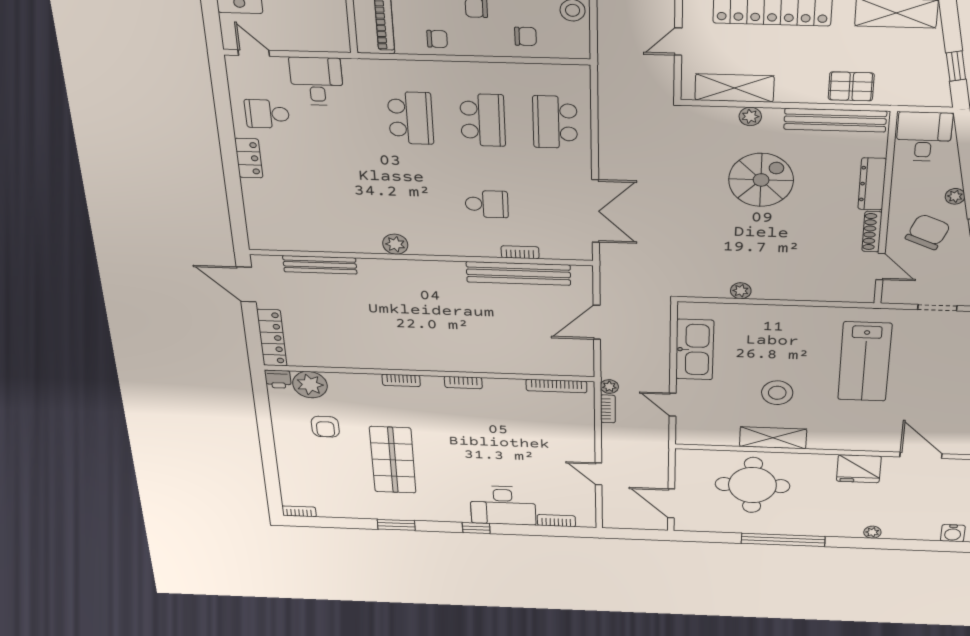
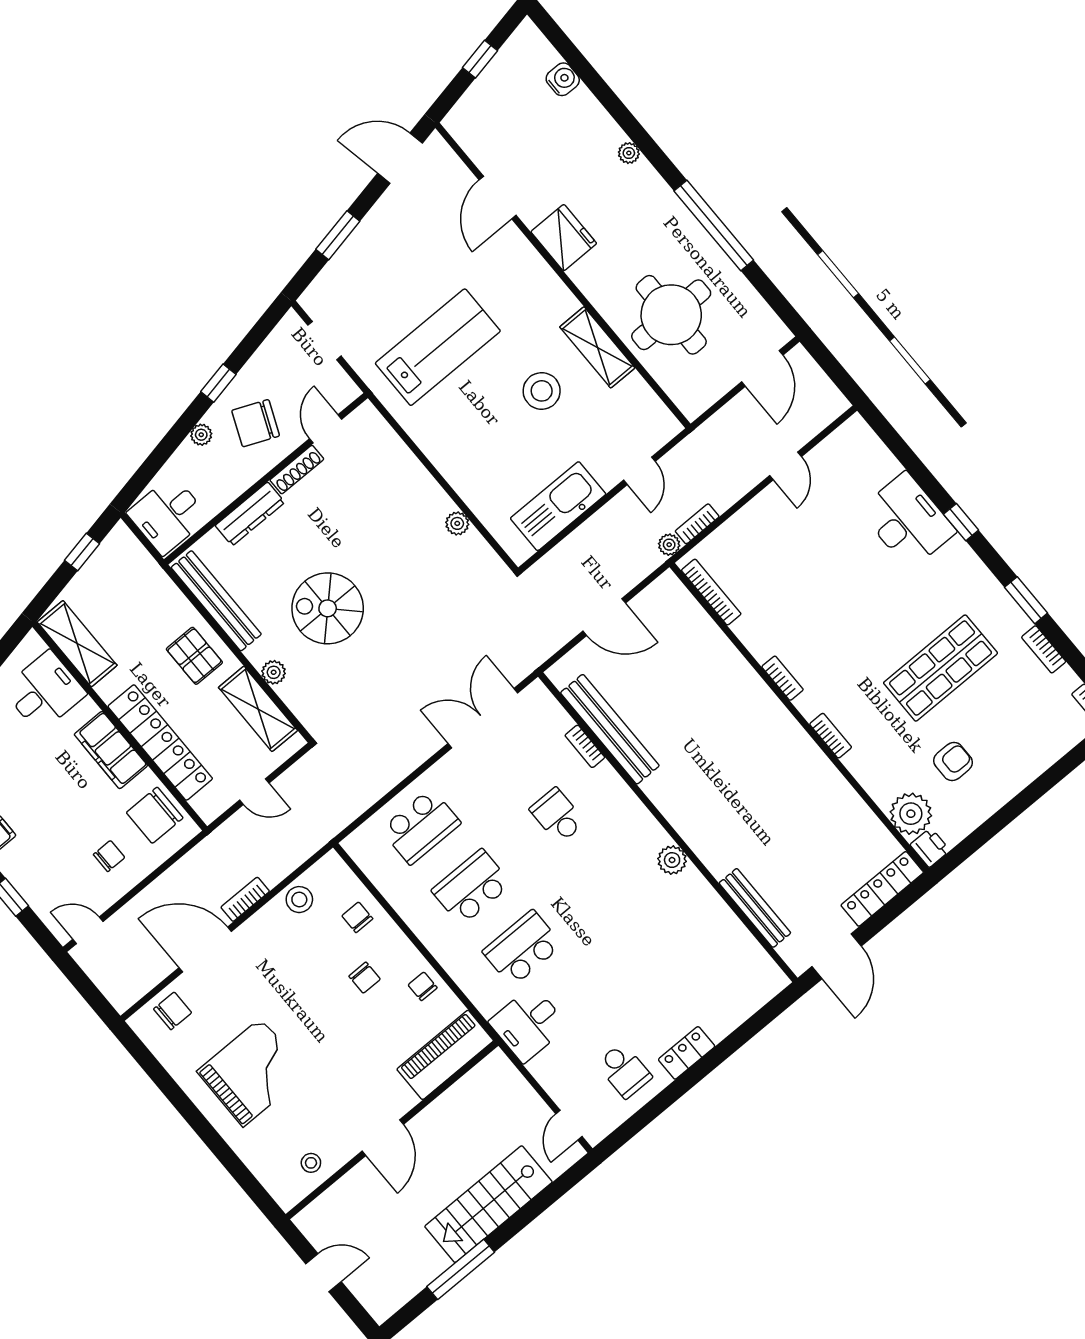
desk: (317, 81) -> (528, 1024), moved
pallet: (851, 86) -> (194, 656), moved
bookcase: (556, 521) -> (1044, 649), moved

